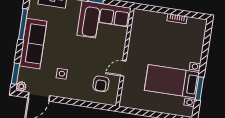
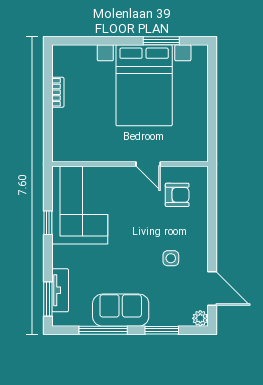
sofa: (33, 44) -> (121, 310), width x0.73
window: (16, 74) -> (162, 330), moved
bed with nightstands: (172, 81) -> (144, 85), width x1.36

